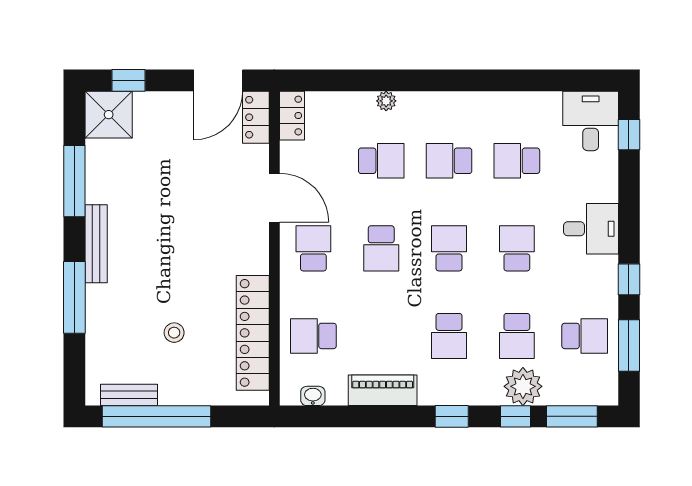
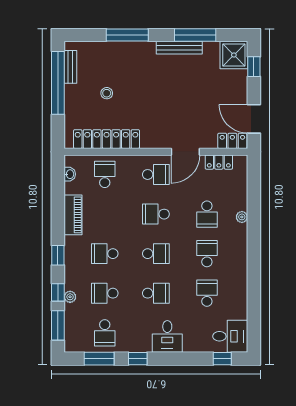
locker: (292, 116) -> (219, 162), moved
bench: (96, 244) -> (179, 48), moved
plant: (523, 386) -> (70, 297), width x0.53, depth x0.53

